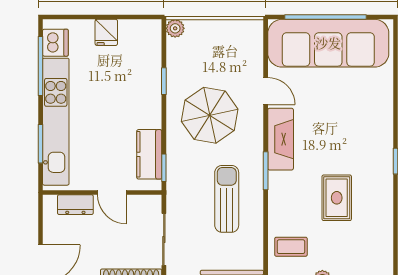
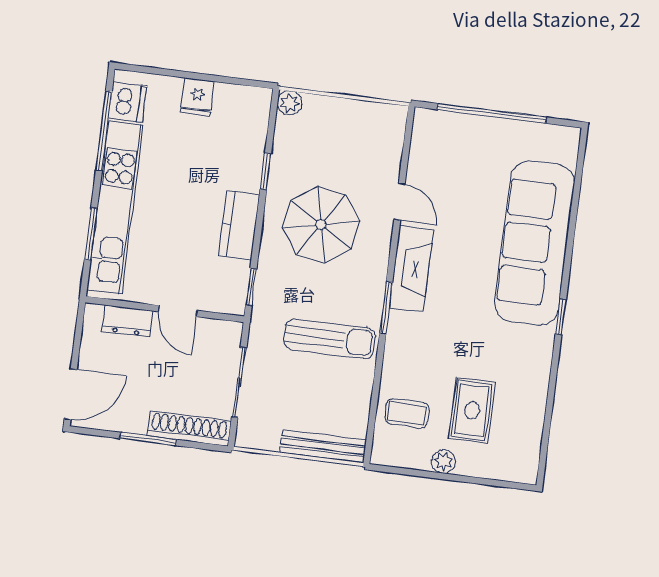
sofa: (328, 43) -> (535, 243), moved, turned 90
kitchen counter: (149, 154) -> (239, 225), moved
rug: (337, 198) -> (472, 410), moved
sun lounger: (227, 199) -> (330, 339), turned 90

